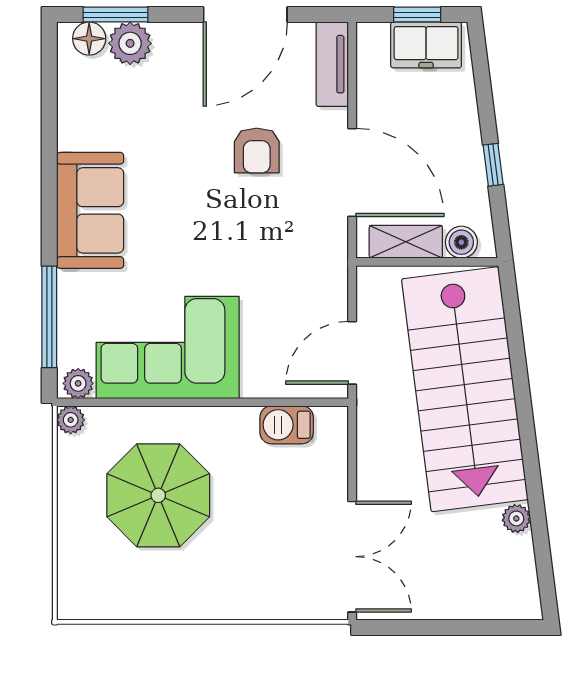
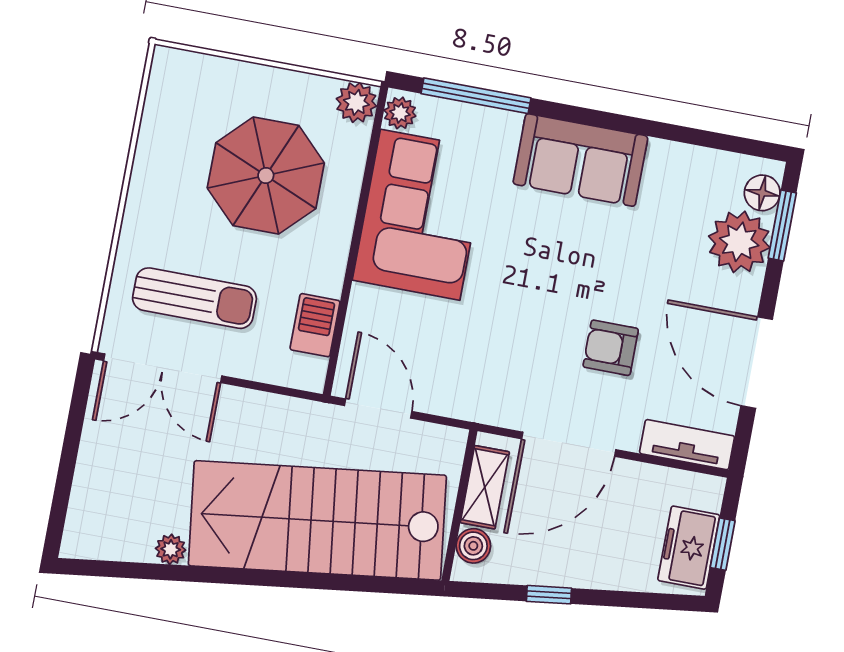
plant: (130, 43) -> (739, 242), width x1.36, depth x1.36
plant: (71, 420) -> (356, 102), width x1.38, depth x1.38
sun lounger: (283, 540) -> (194, 298), added

